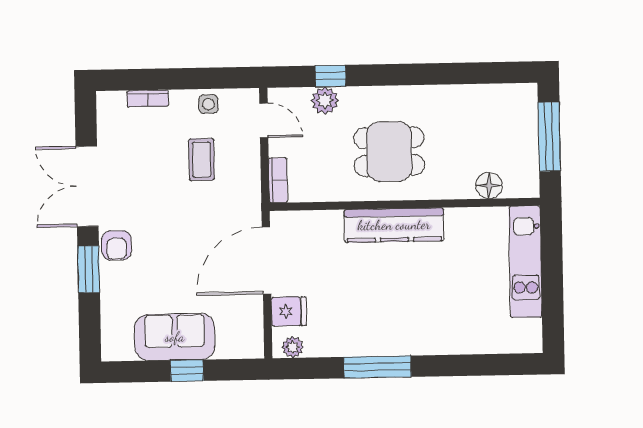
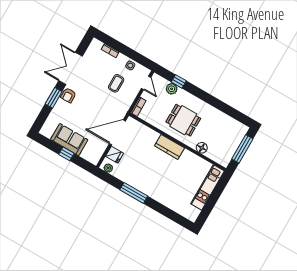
floor lamp: (489, 185) -> (202, 148), moved
kitchen counter: (394, 225) -> (169, 147), width x0.67

